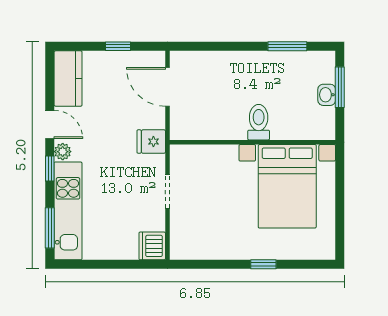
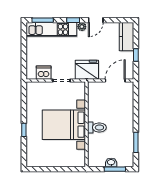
kitchen counter: (68, 79) -> (127, 37), moved, turned 90
fridge: (151, 142) -> (87, 70), width x1.88, depth x1.34
bed with nightstands: (287, 186) -> (64, 125), moved
dishwasher: (152, 246) -> (44, 73), moved

